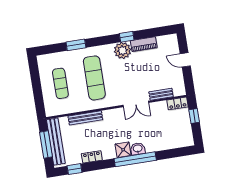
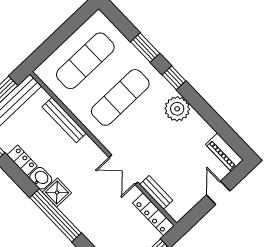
window: (127, 37) -> (174, 78), moved
piano: (144, 44) -> (224, 152), moved
exercise mat: (60, 83) -> (85, 61), width x1.36, depth x1.45
locker: (178, 103) -> (153, 214), width x1.53
washbasin: (138, 149) -> (41, 178), moved

